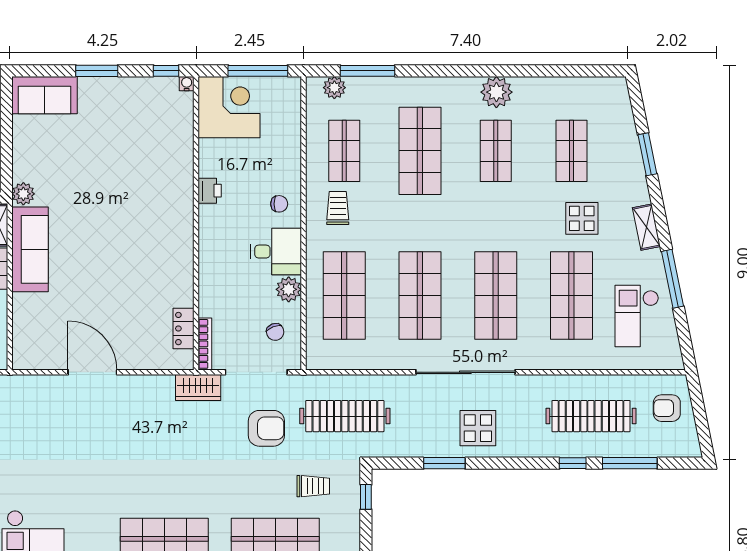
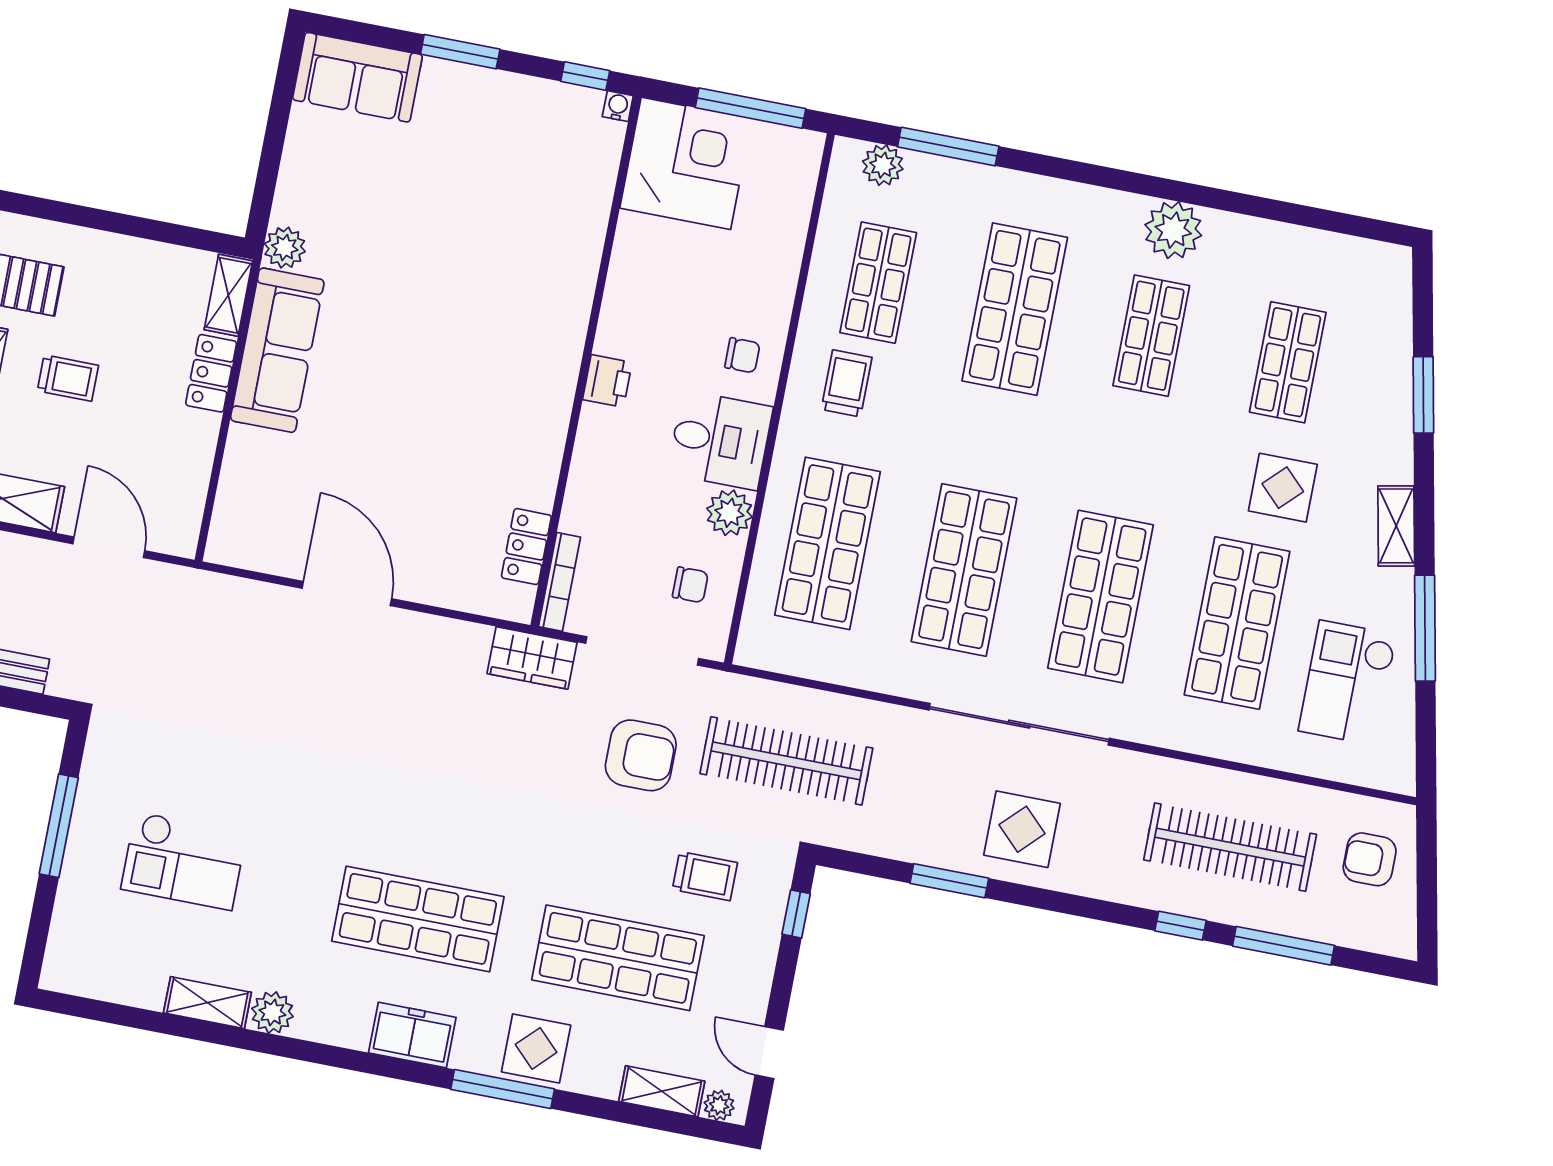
printer: (210, 191) -> (607, 381), moved
chair: (275, 332) -> (690, 585), turned -69

